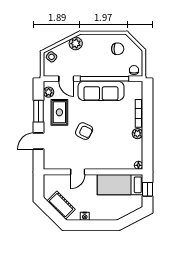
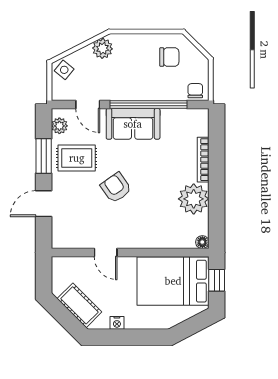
sofa: (101, 91) -> (133, 124), width x0.73
rug: (59, 112) -> (77, 158), turned 90
armchair: (84, 131) -> (116, 188), turned -151
plant: (137, 134) -> (194, 199), width x1.88, depth x1.88
door: (78, 172) -> (106, 253), hinge flipped
bed: (120, 185) -> (173, 281), width x1.50

